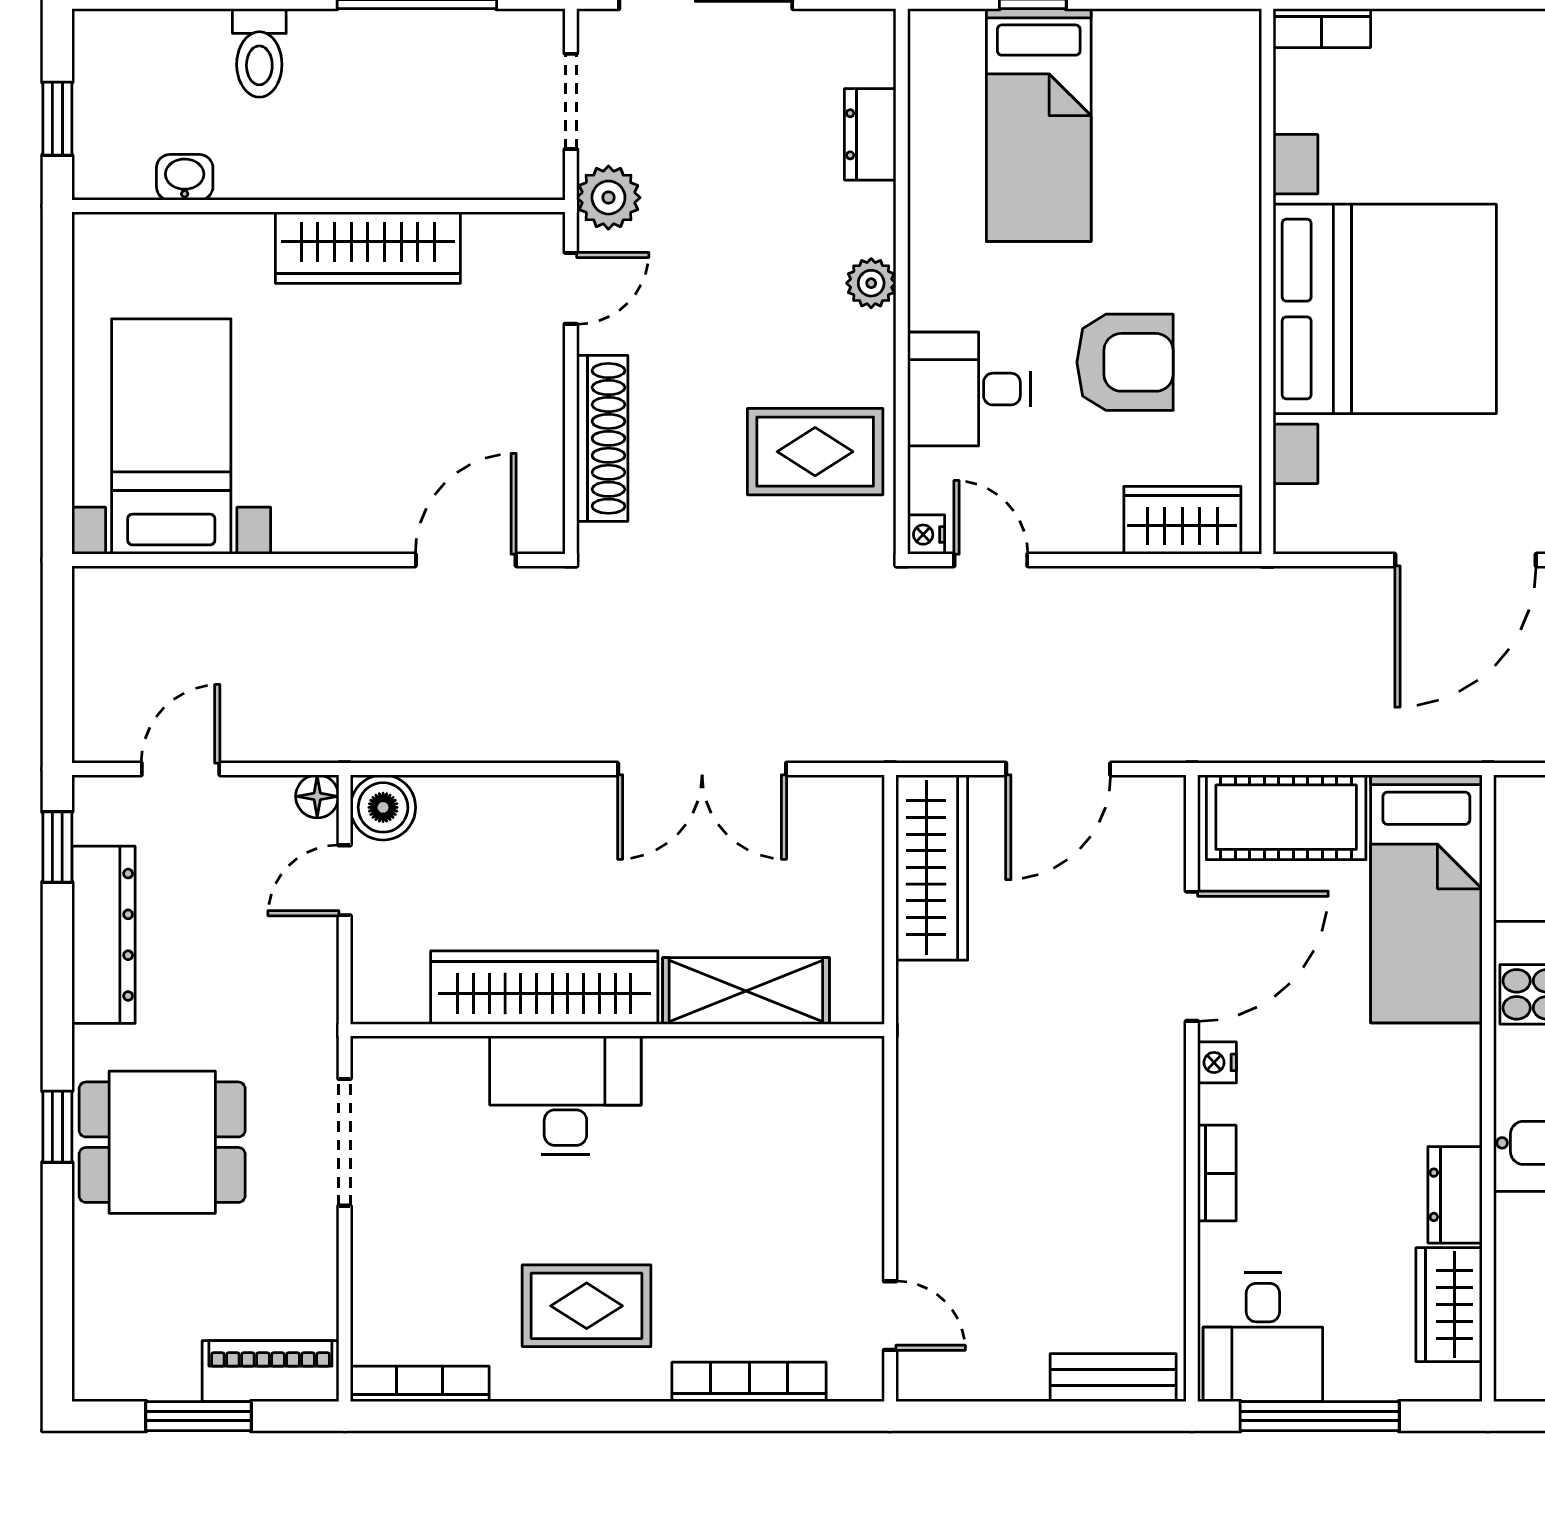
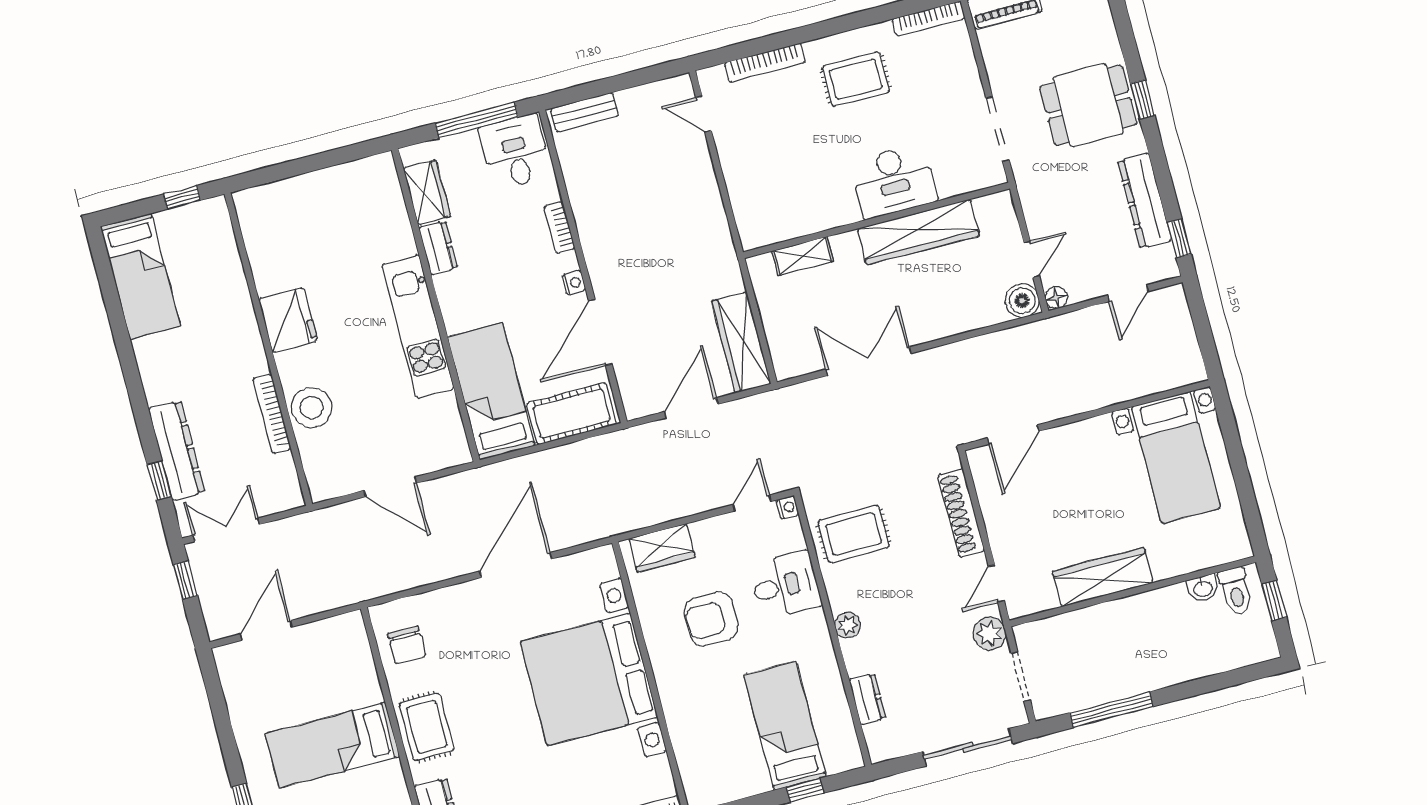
toilet: (259, 53) -> (1236, 591), moved, turned 180
door: (991, 560) -> (752, 503), swing flipped
shelving: (746, 991) -> (803, 256), width x0.67, depth x0.75

